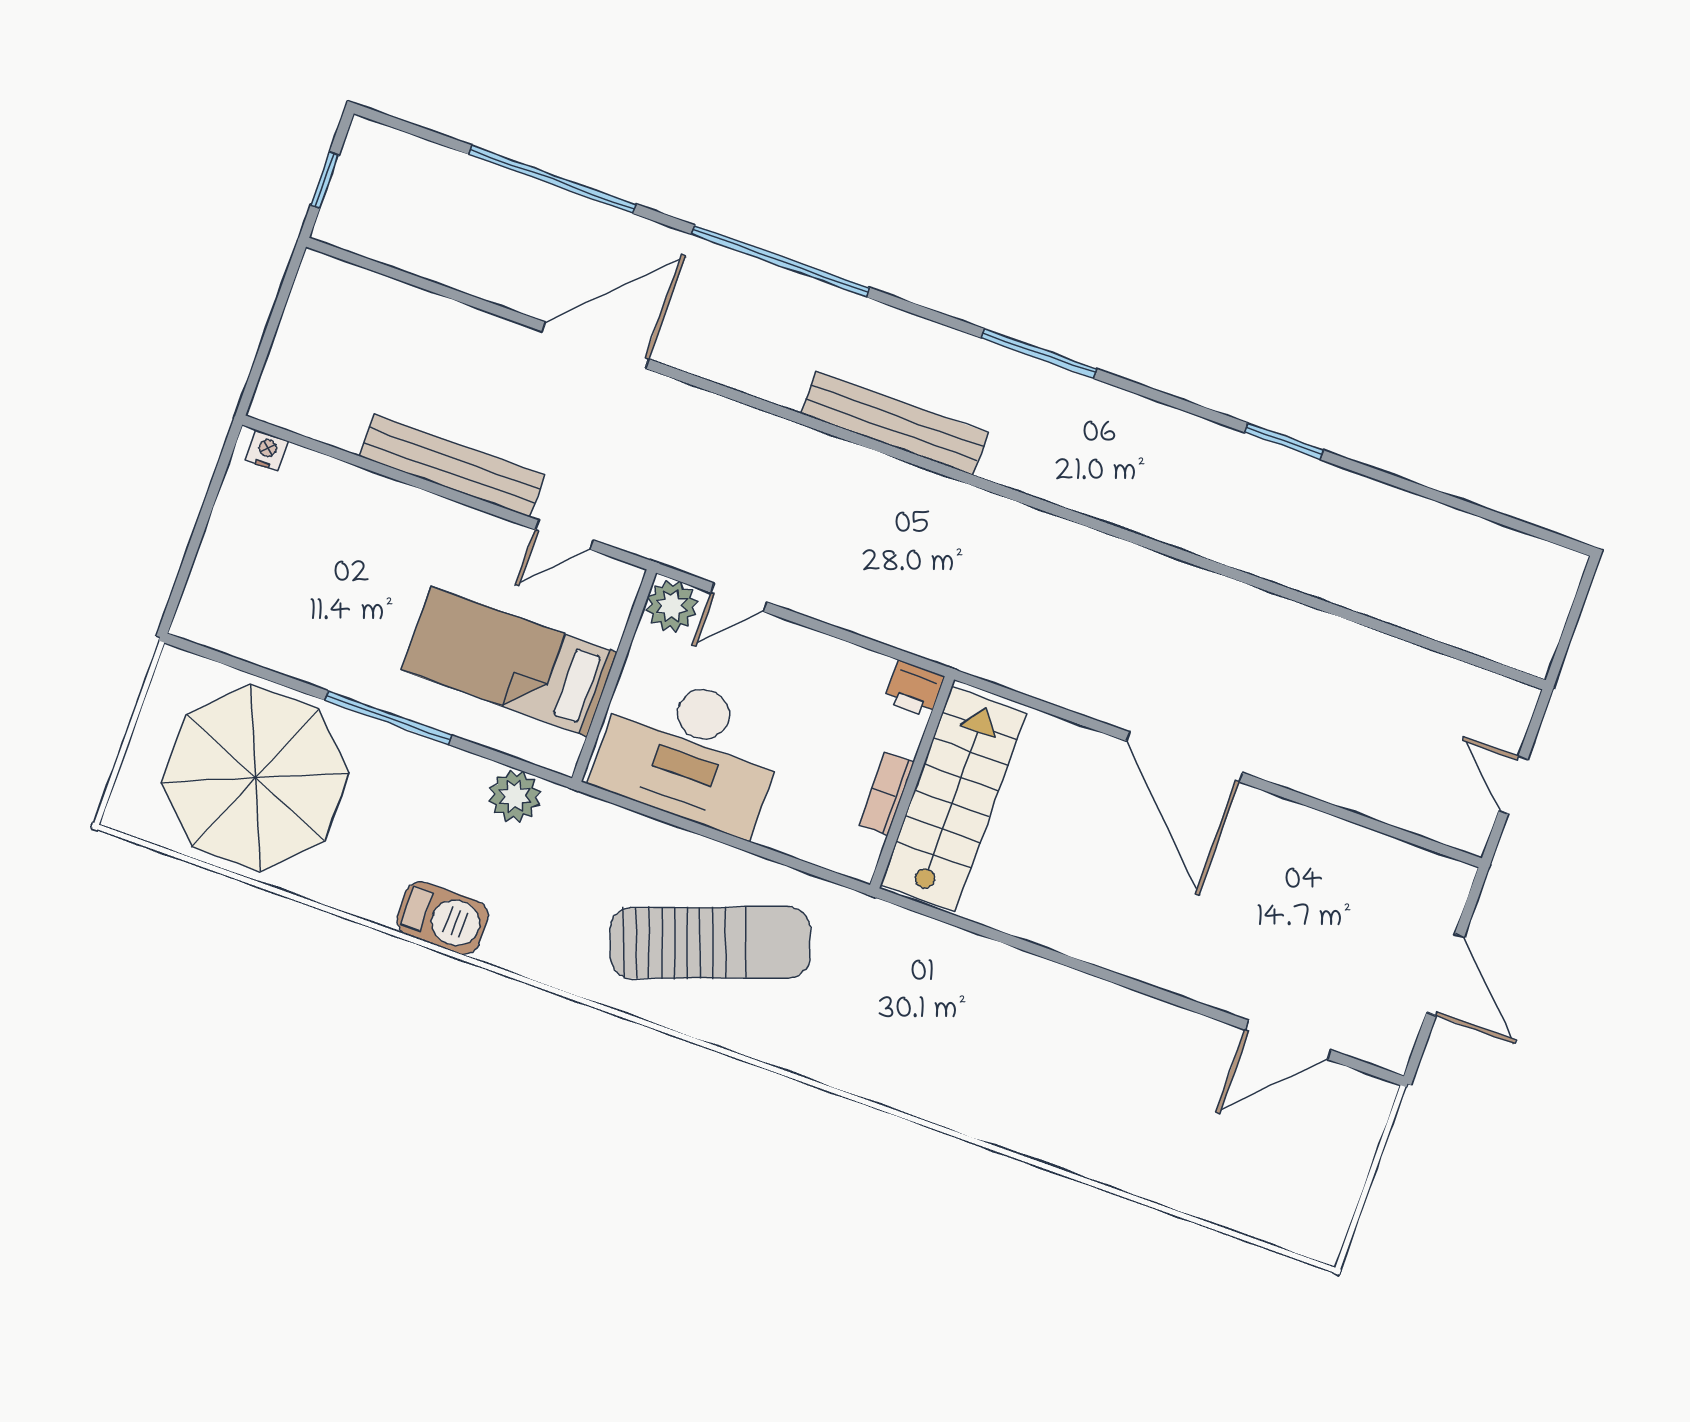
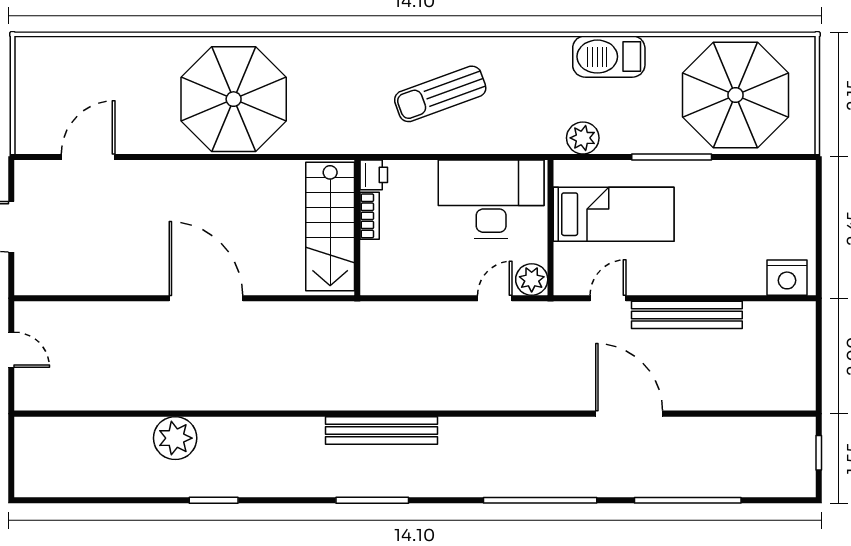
door: (595, 345) -> (629, 414), swing flipped
bench: (895, 423) -> (381, 430), moved
nightstand: (267, 451) -> (787, 278), width x1.89, depth x1.79
plant: (1309, 558) -> (175, 438), added
printer: (914, 689) -> (374, 175), moved, turned 90
barbecue: (443, 918) -> (609, 57), width x1.37, depth x1.21
sun lounger: (710, 943) -> (440, 94), width x0.73, depth x0.75
parasol: (1032, 1049) -> (234, 99), added

